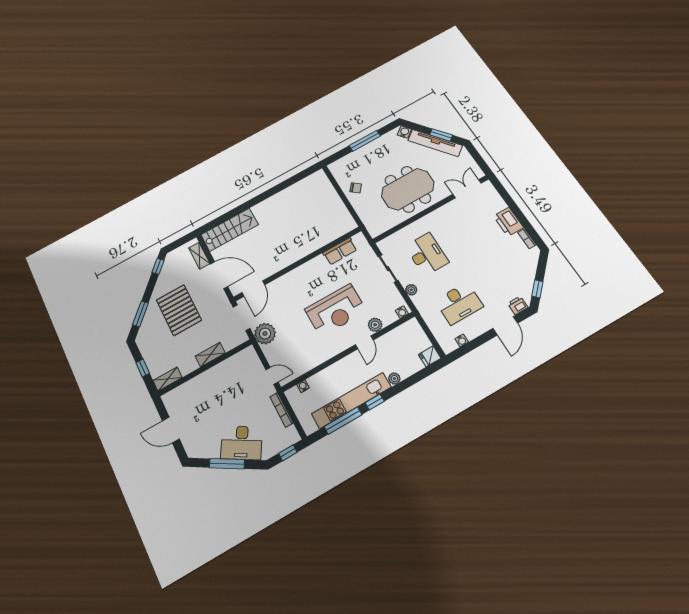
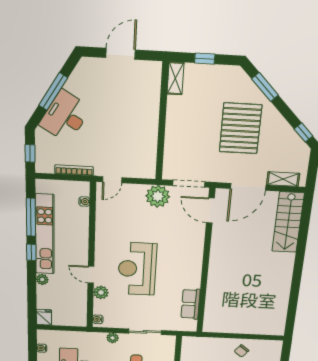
pallet: (179, 310) -> (240, 128), turned 90
shelving: (210, 355) -> (172, 134), removed

